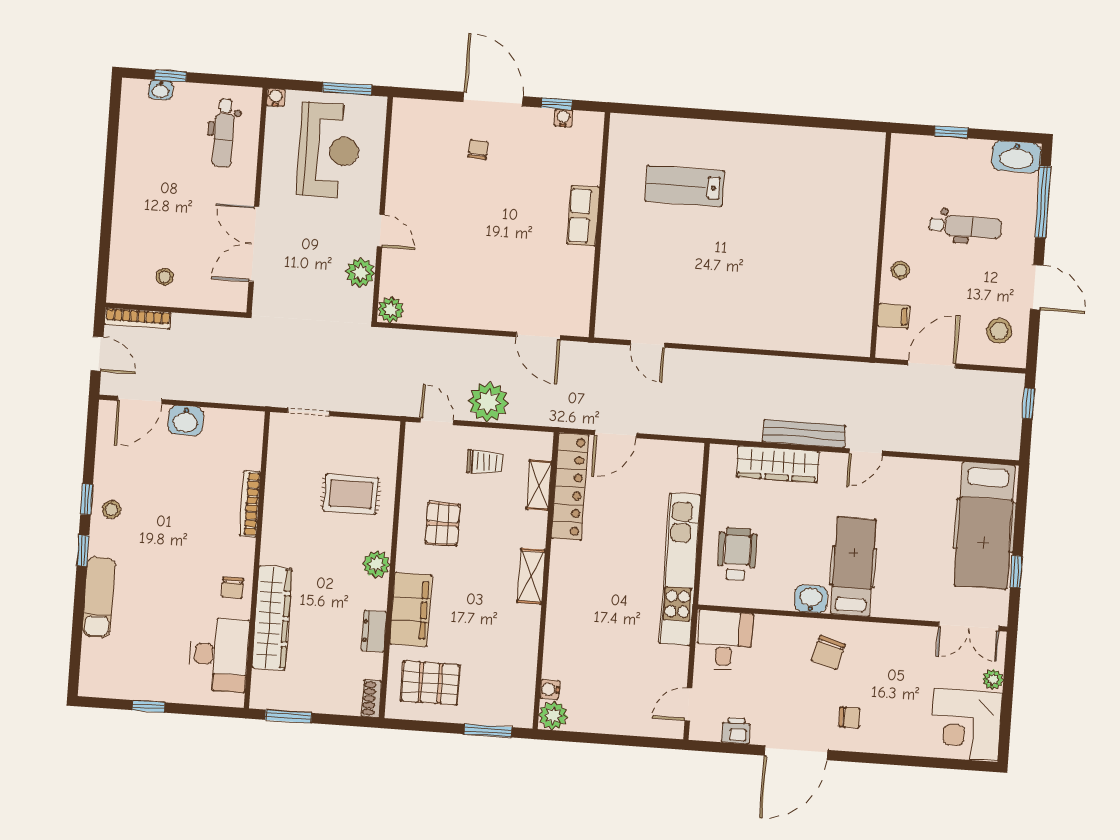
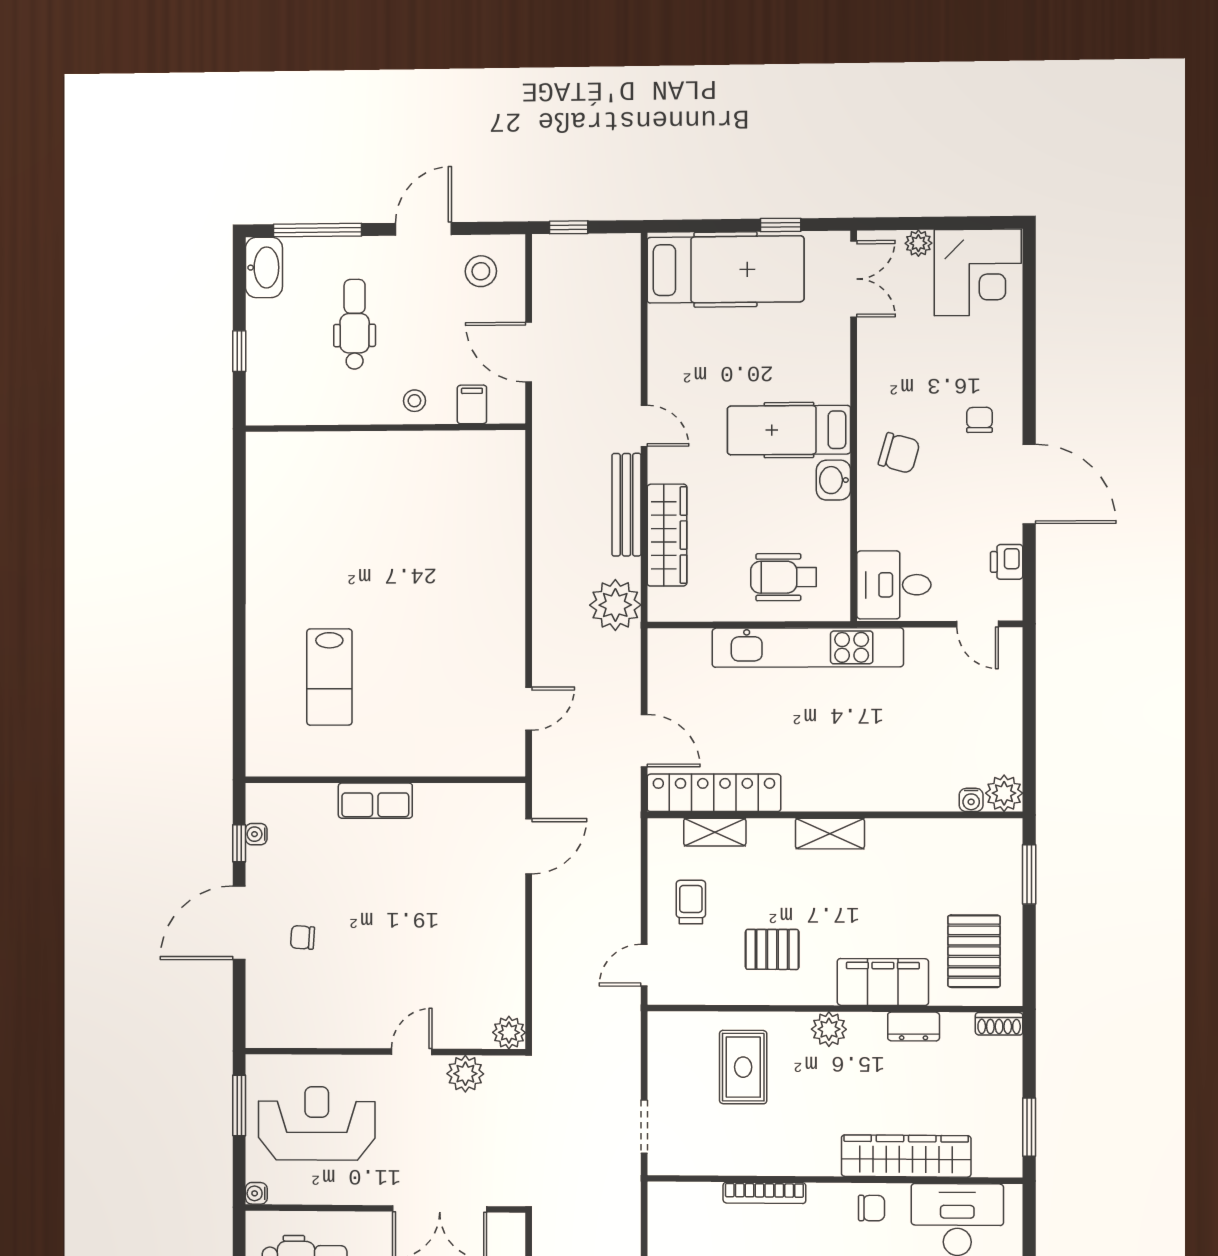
plant: (488, 402) -> (615, 605), moved

